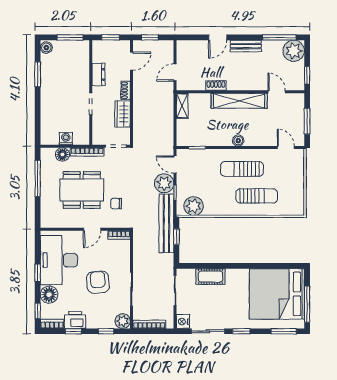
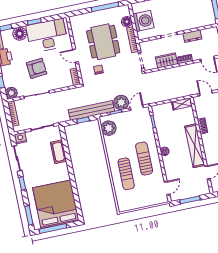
washing machine: (66, 139) -> (143, 21), width x1.89, depth x1.89

